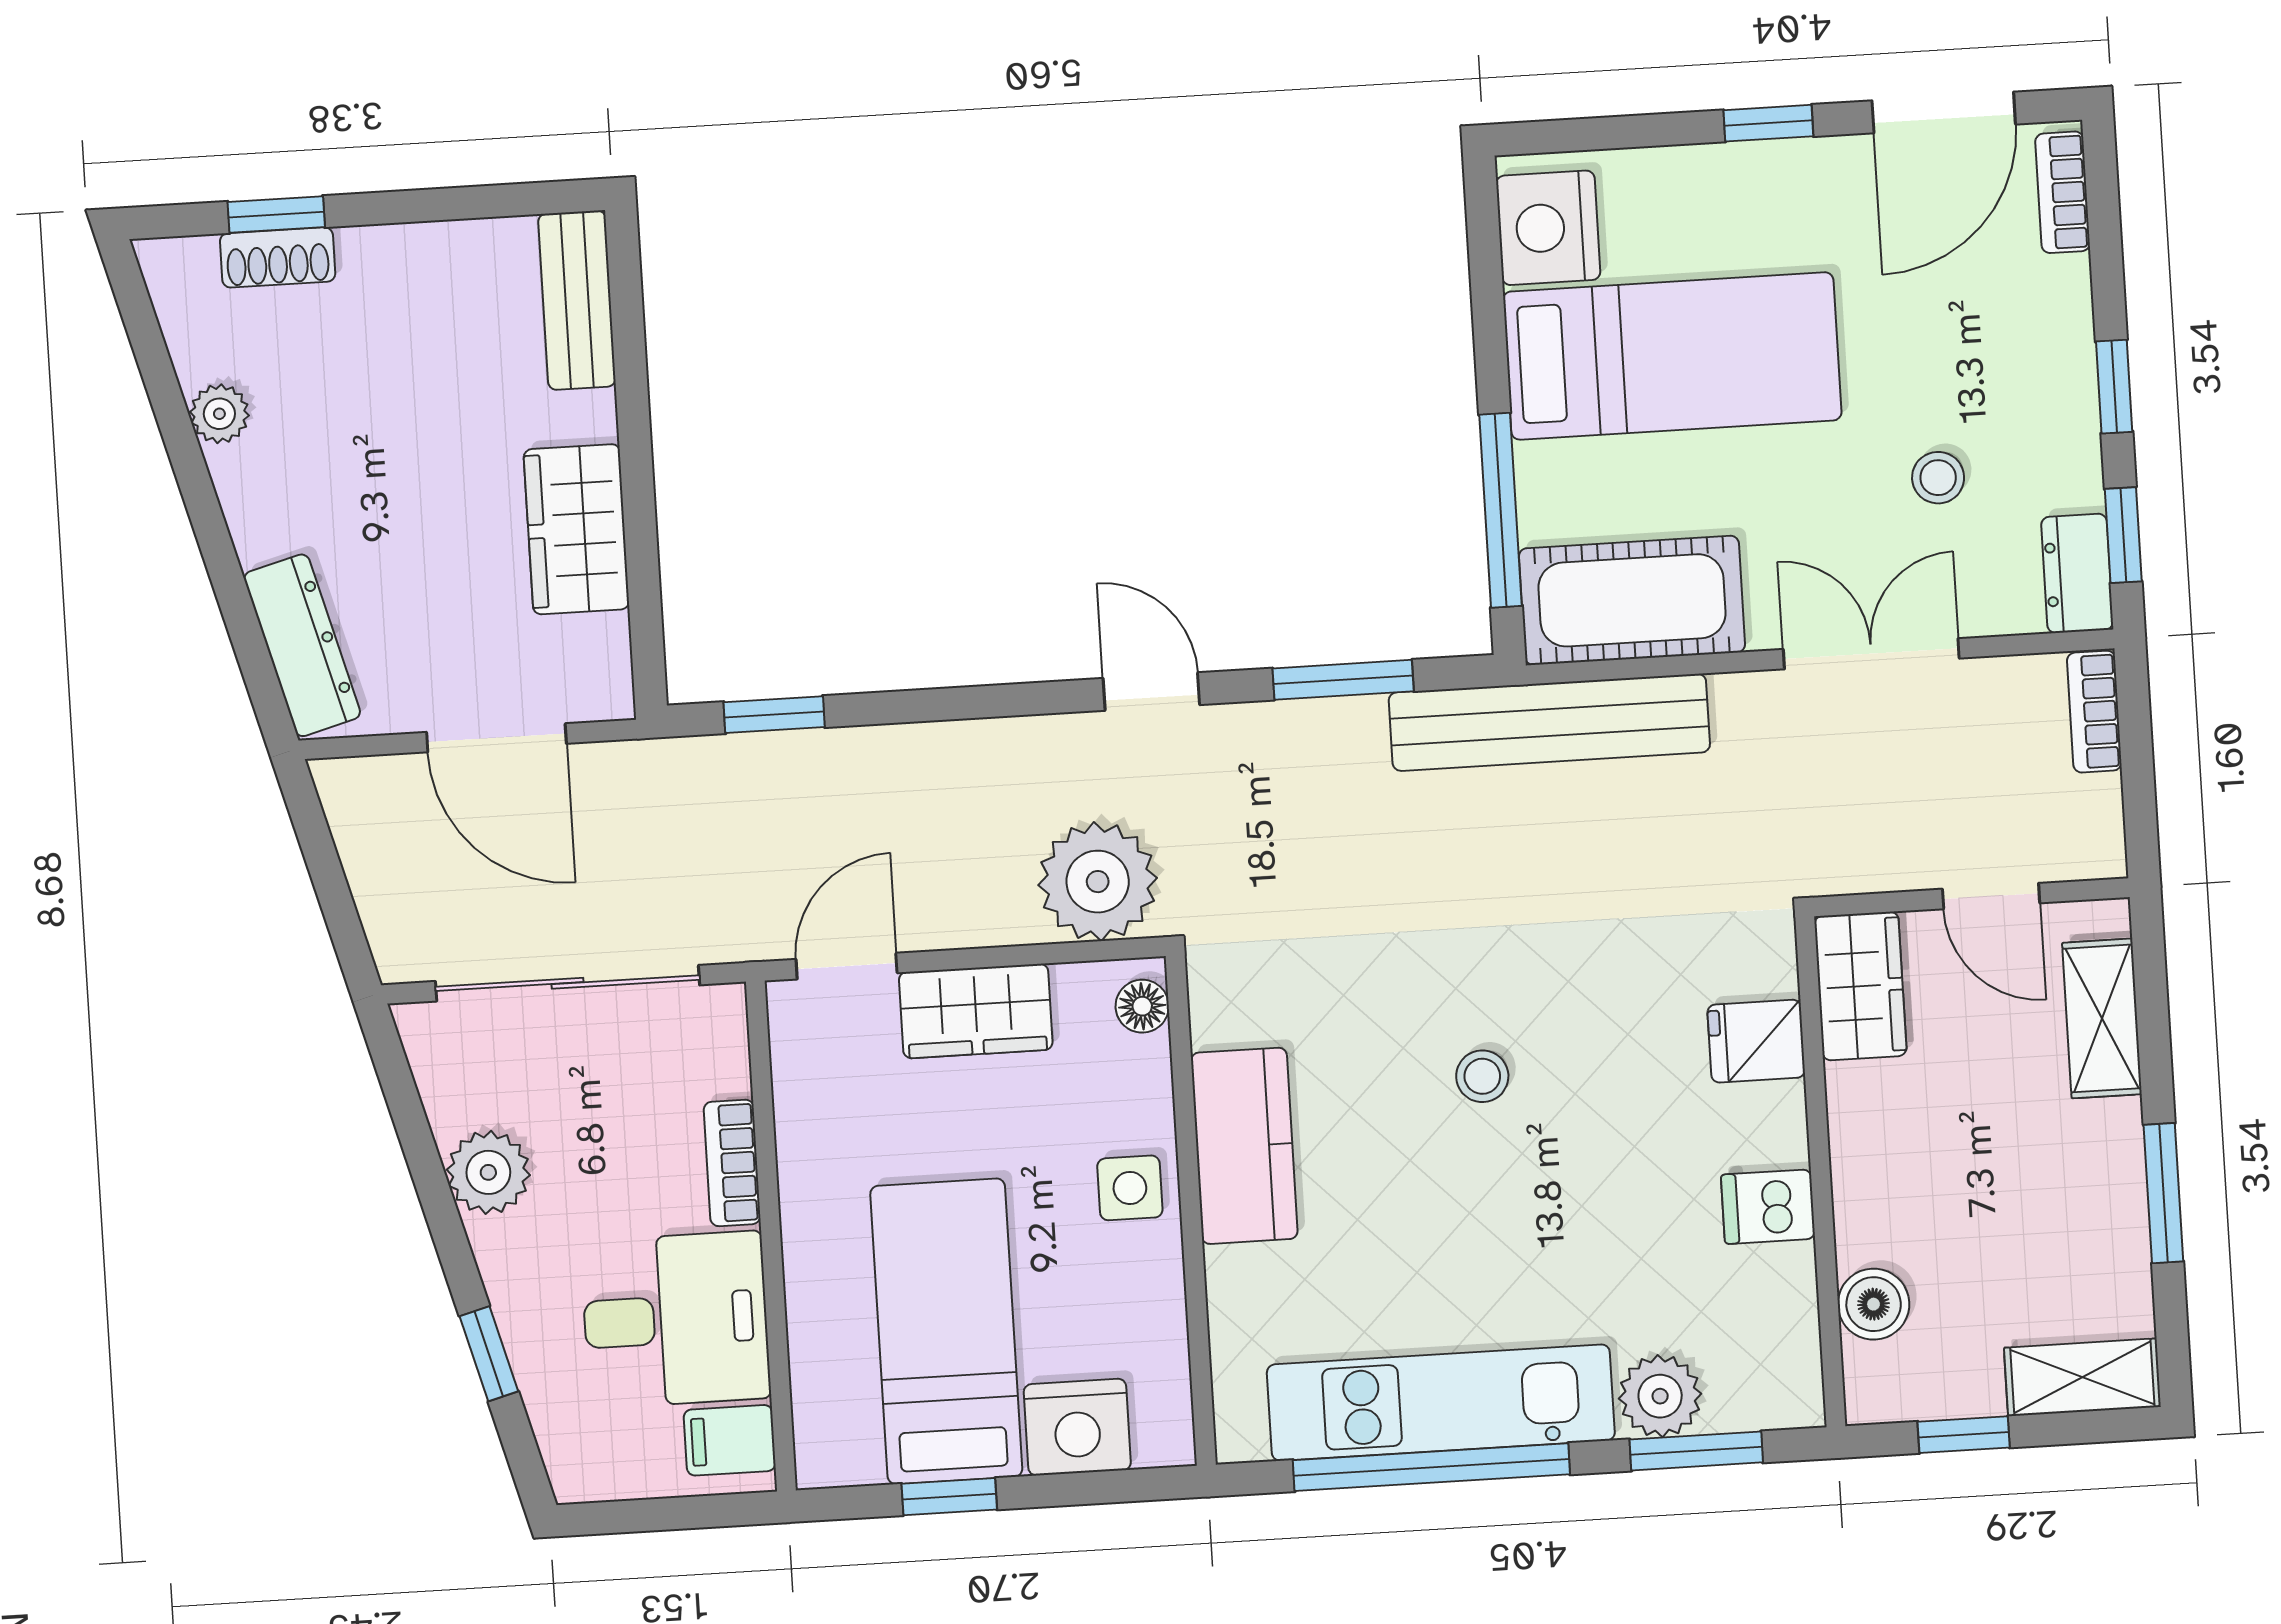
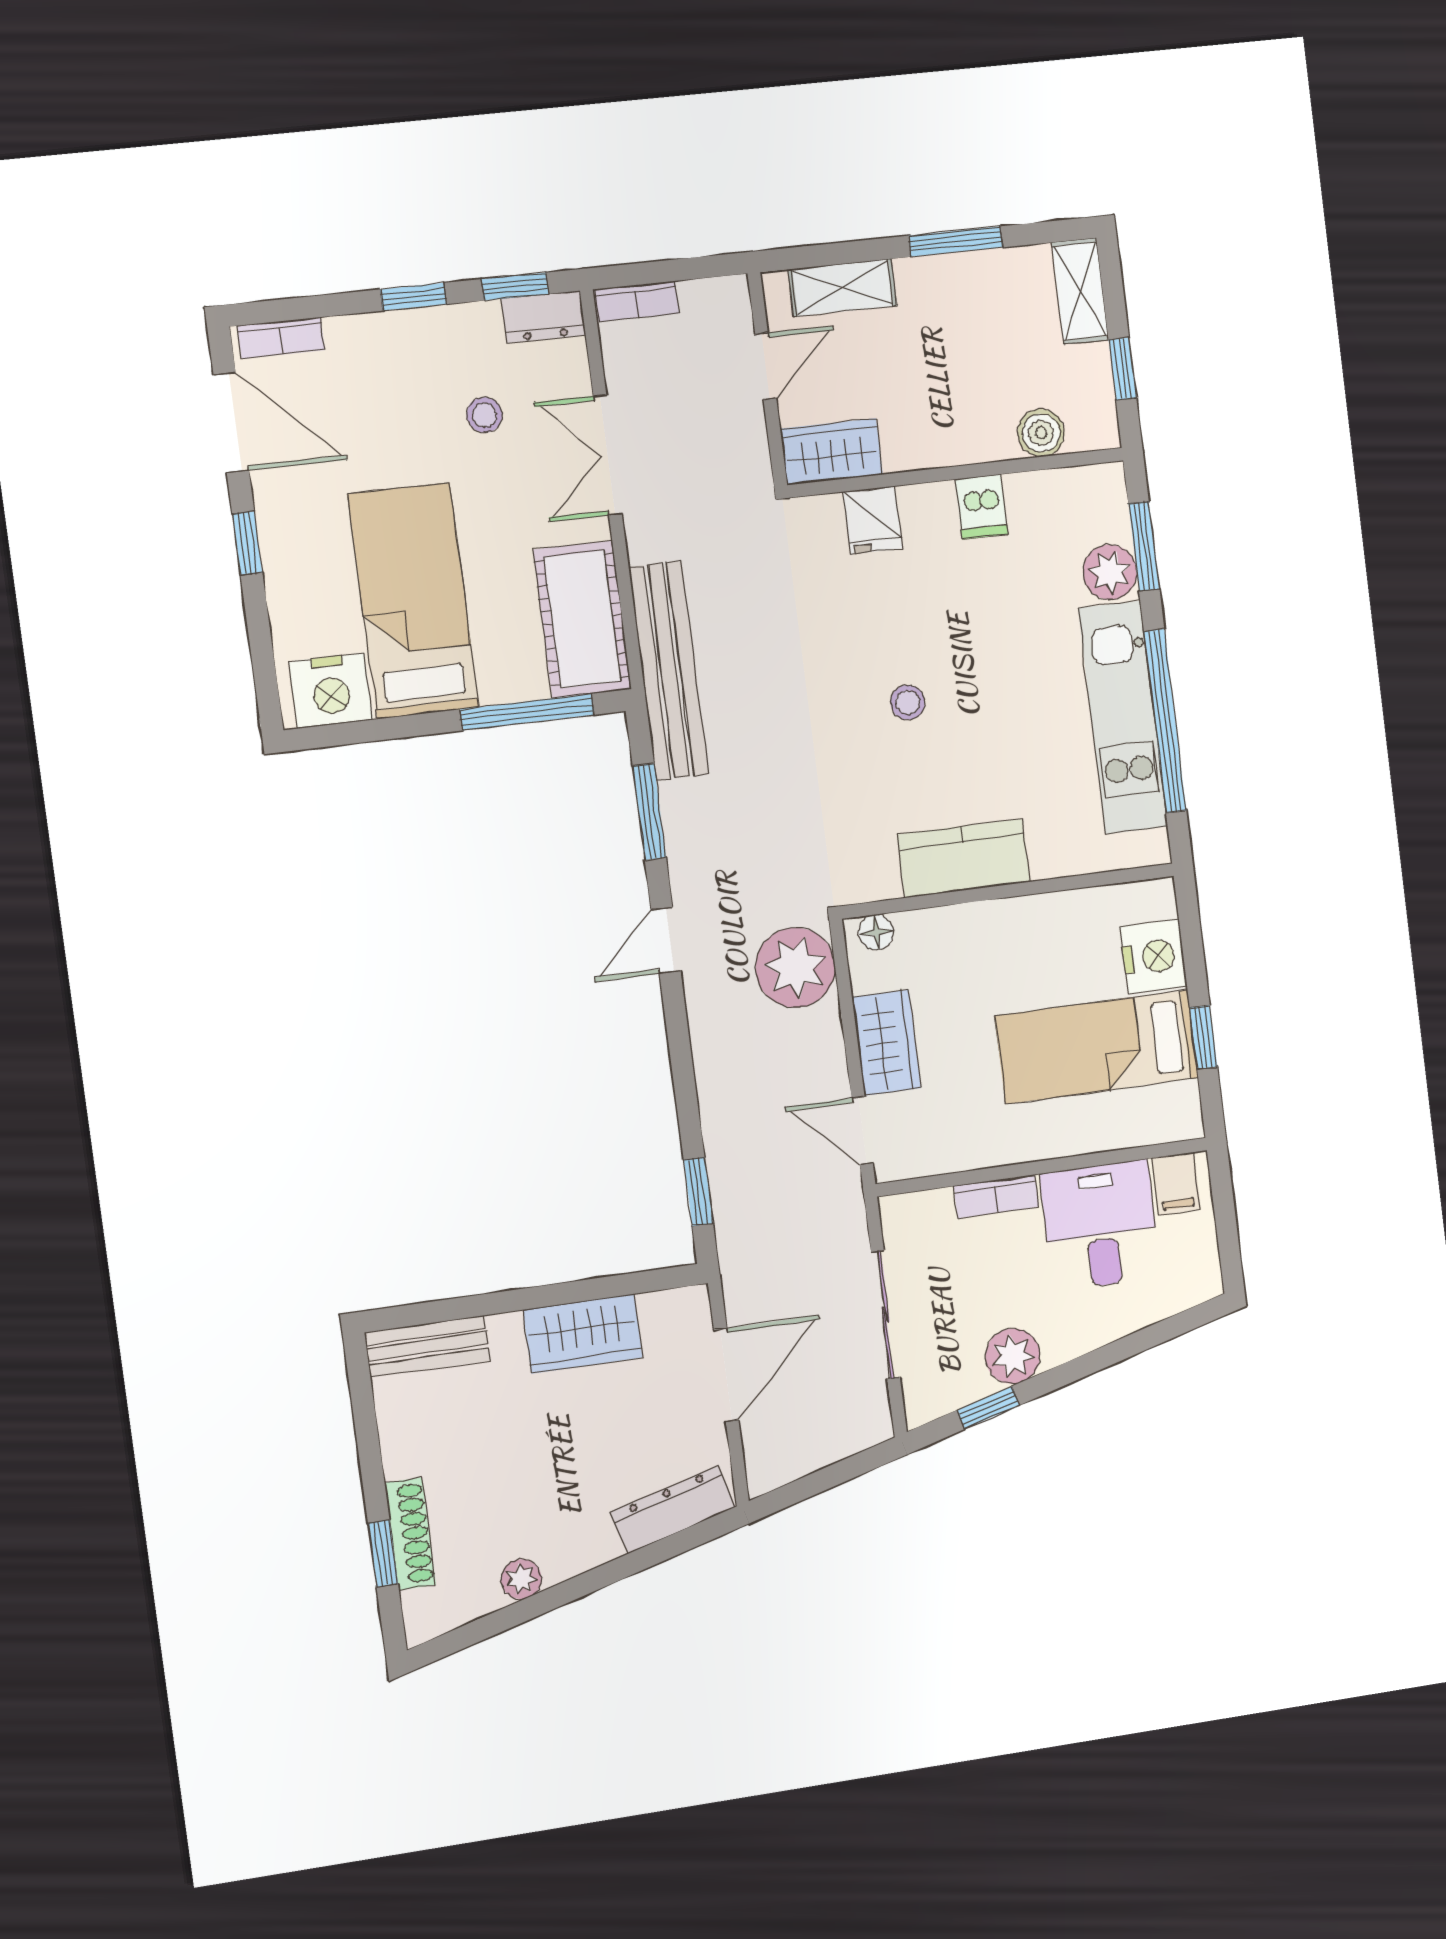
shoe rack: (278, 257) -> (410, 1534), width x1.43
sliding door: (568, 983) -> (886, 1314), width x0.73
side table: (1130, 1188) -> (996, 932), removed
window: (489, 1354) -> (988, 1408), moved

